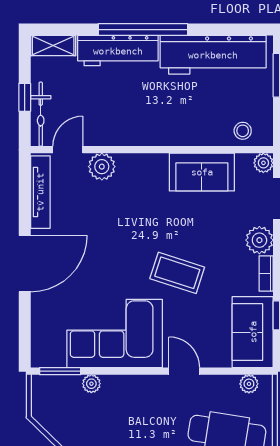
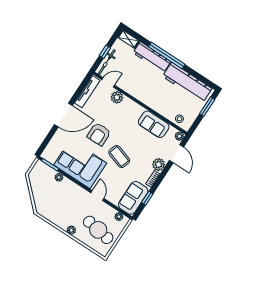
armchair: (113, 256) -> (99, 134), added

